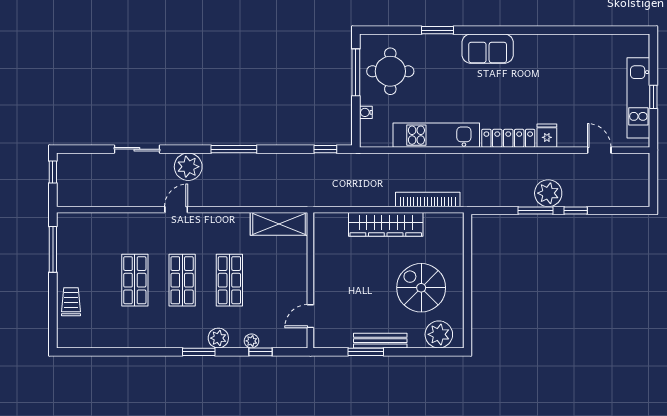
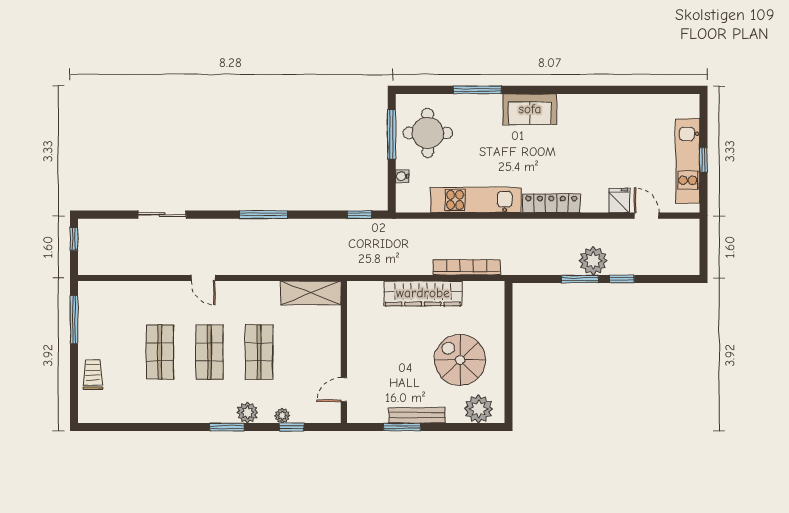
window: (438, 30) -> (477, 90), width x1.44
fridge: (547, 136) -> (619, 200), moved
plant: (188, 167) -> (216, 233), removed
door: (176, 210) -> (203, 278), swing flipped

